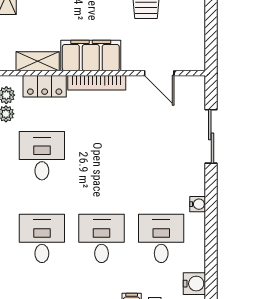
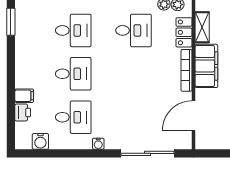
door: (159, 73) -> (193, 116), width x1.38
sliding door: (211, 136) -> (148, 153), width x1.37

